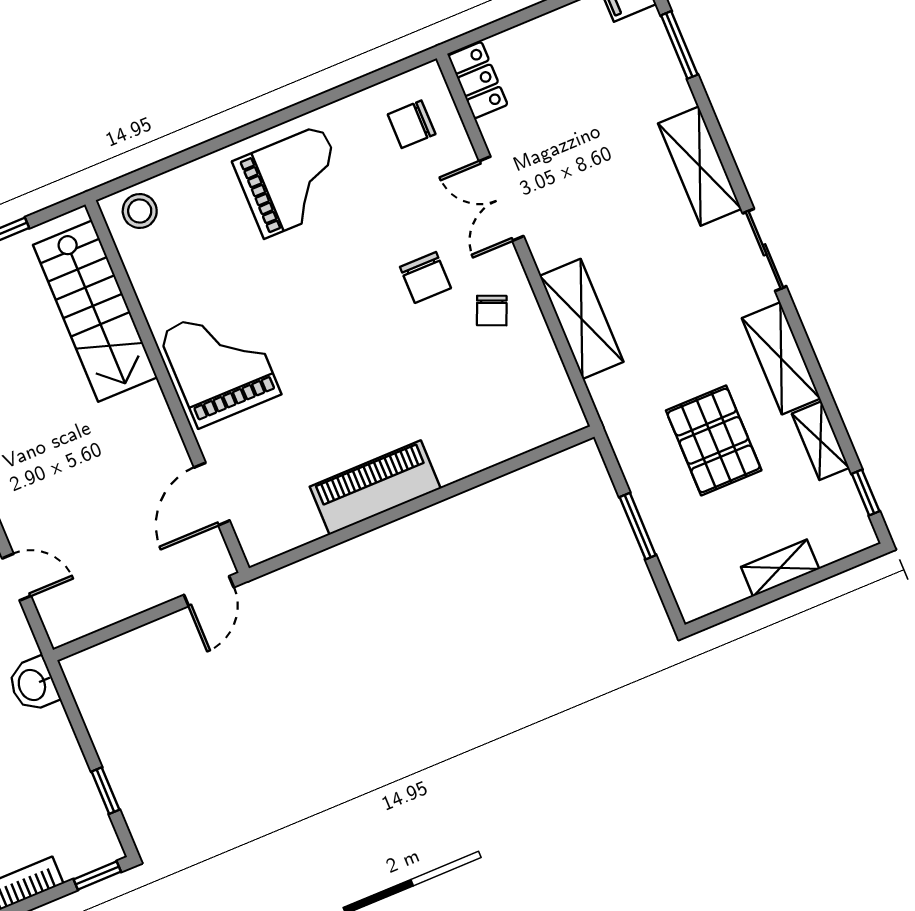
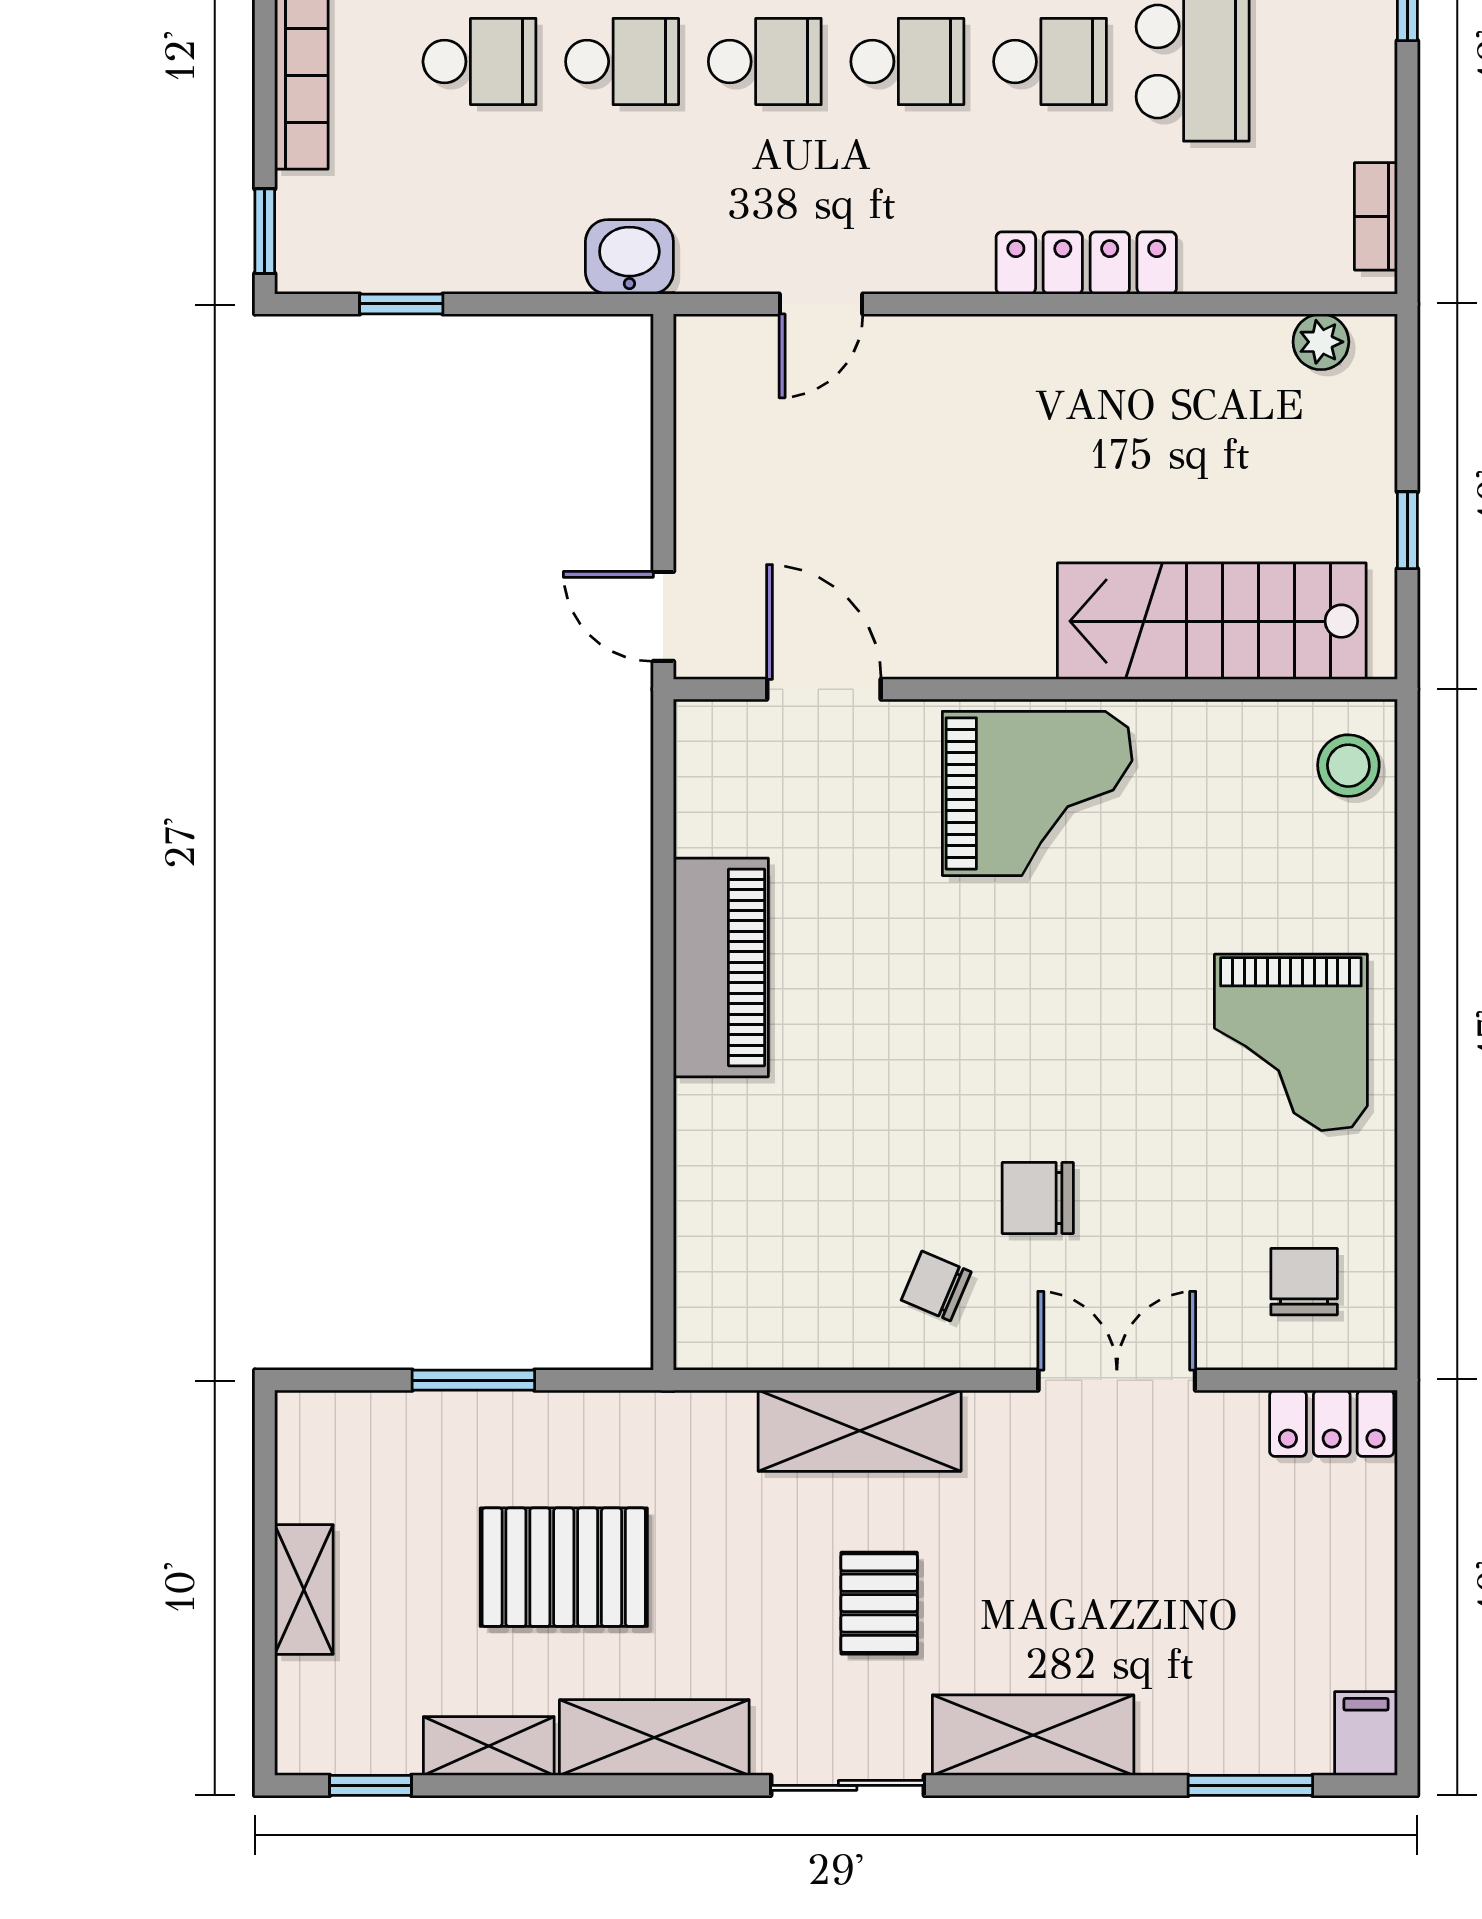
pallet: (665, 272) -> (879, 1603), added

